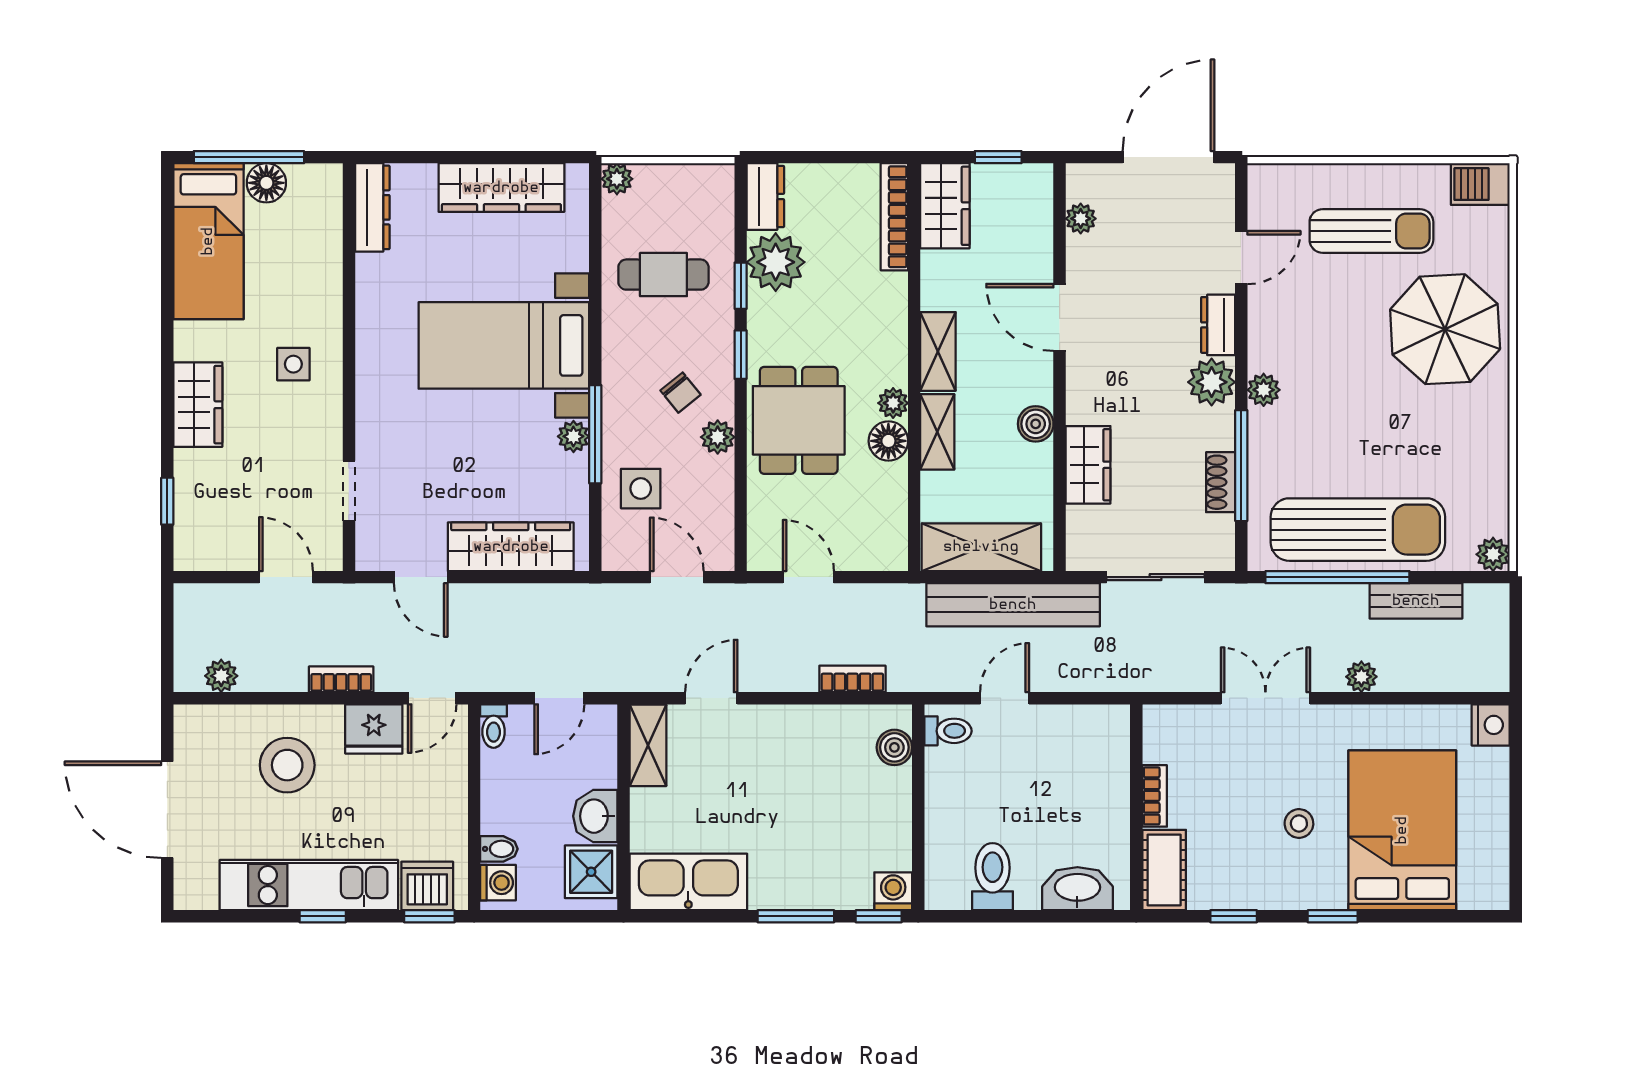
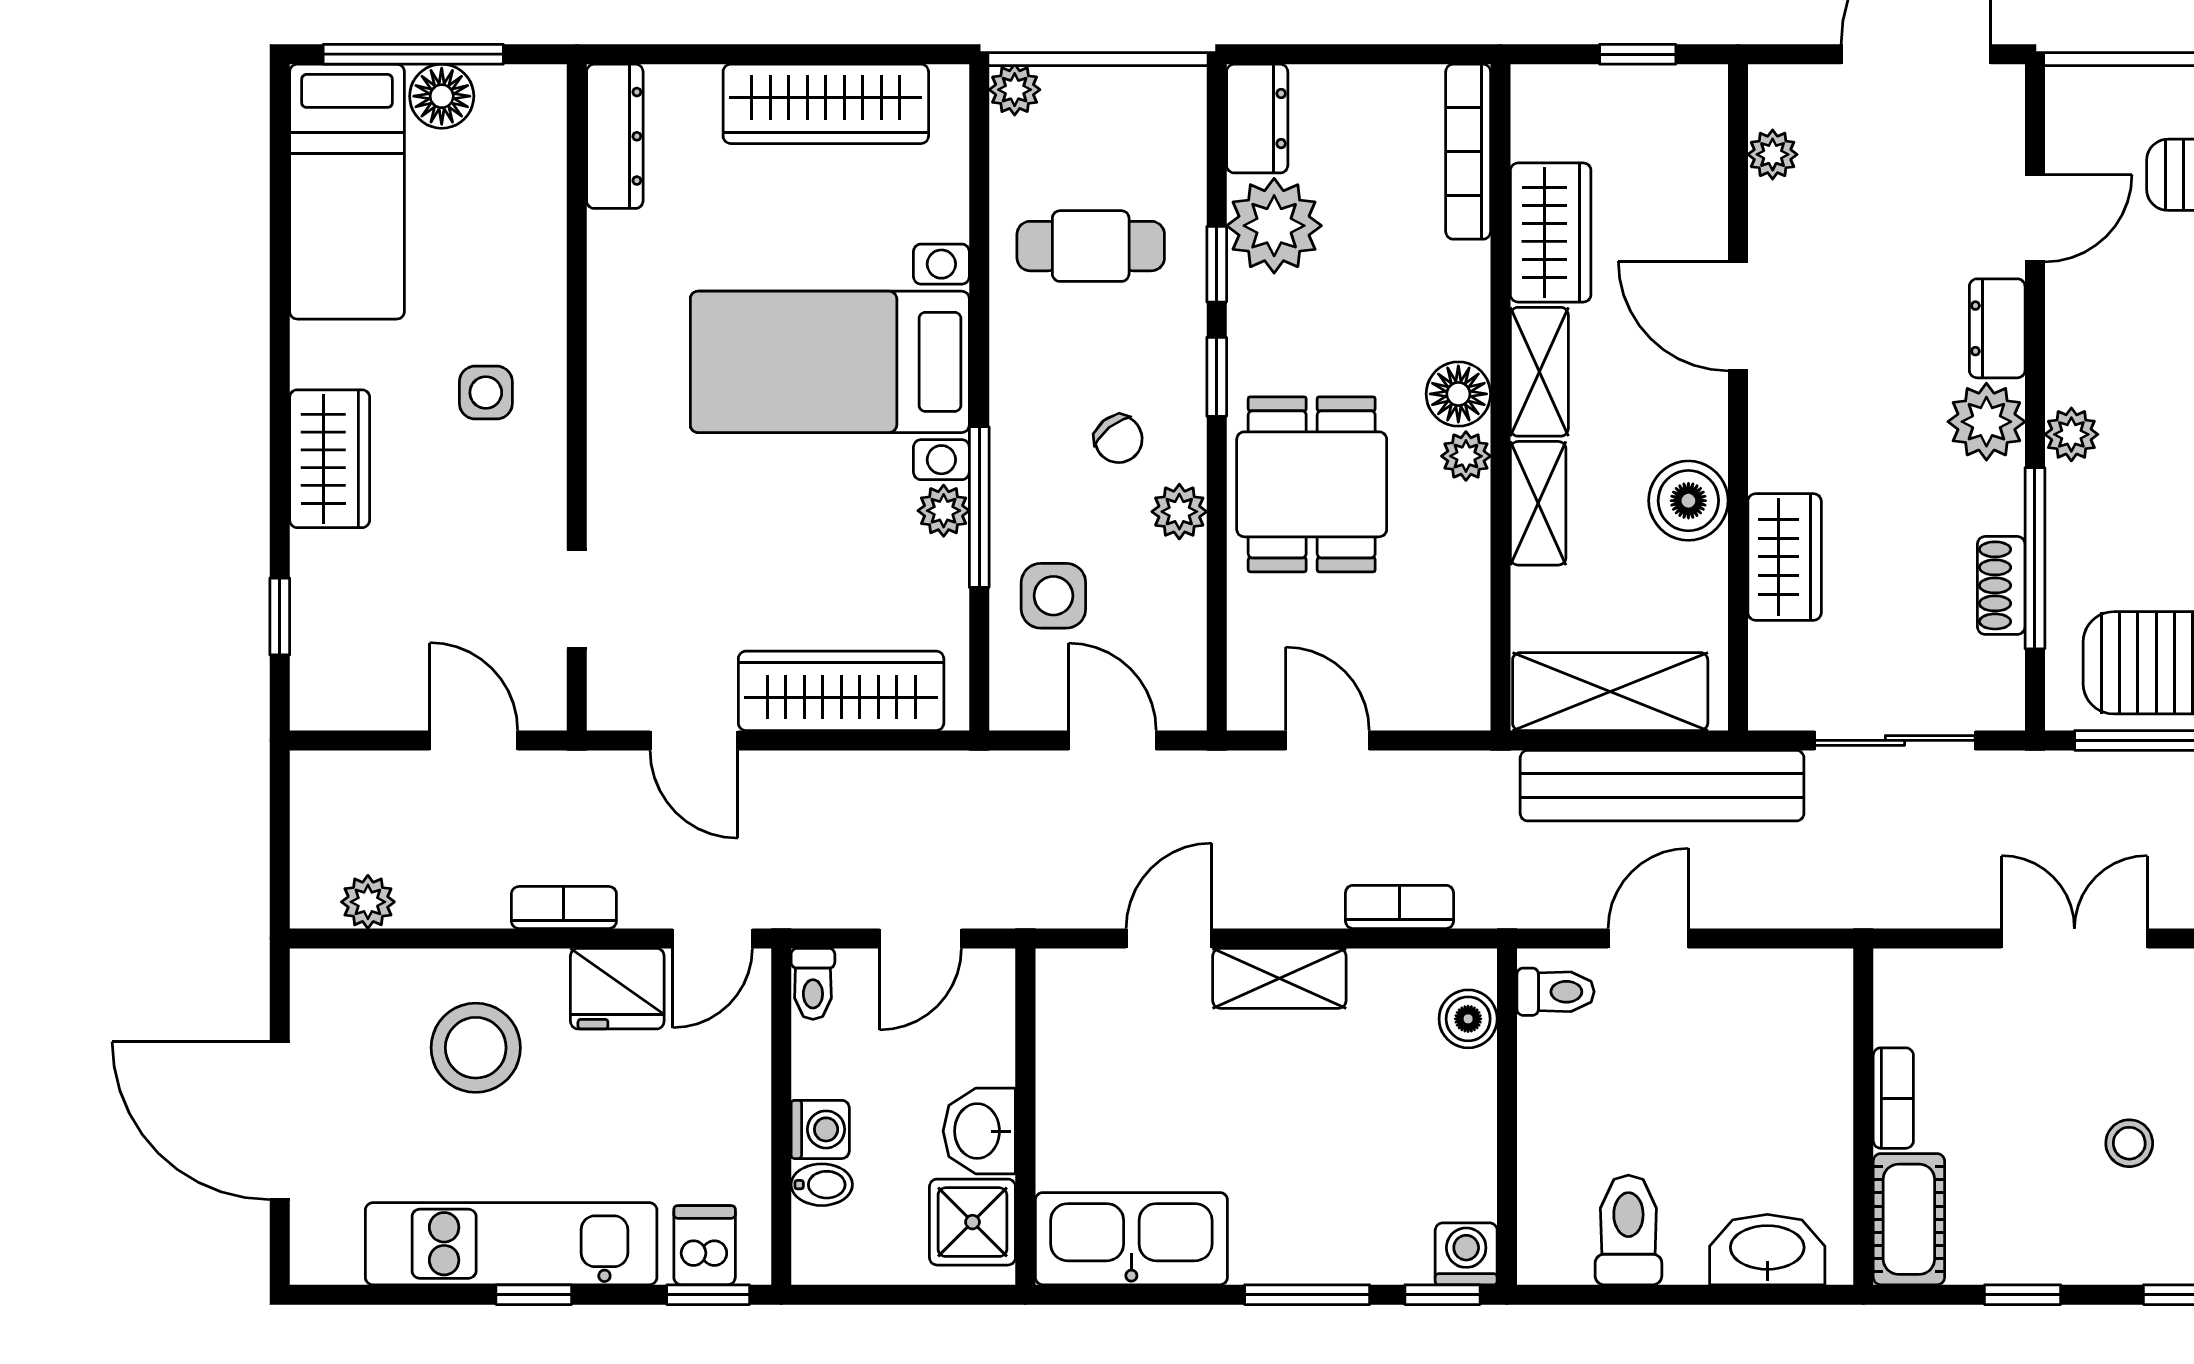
wardrobe: (945, 206) -> (1551, 232), moved
boiler: (1036, 424) -> (1688, 501), width x1.36, depth x1.36
floor lamp: (888, 441) -> (1458, 394), moved
shelving: (648, 745) -> (1279, 978), moved, turned 90
washing machine: (498, 883) -> (820, 1129), moved
dishwasher: (427, 886) -> (705, 1245), width x0.73

